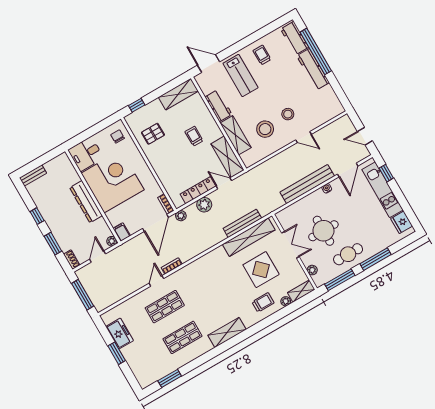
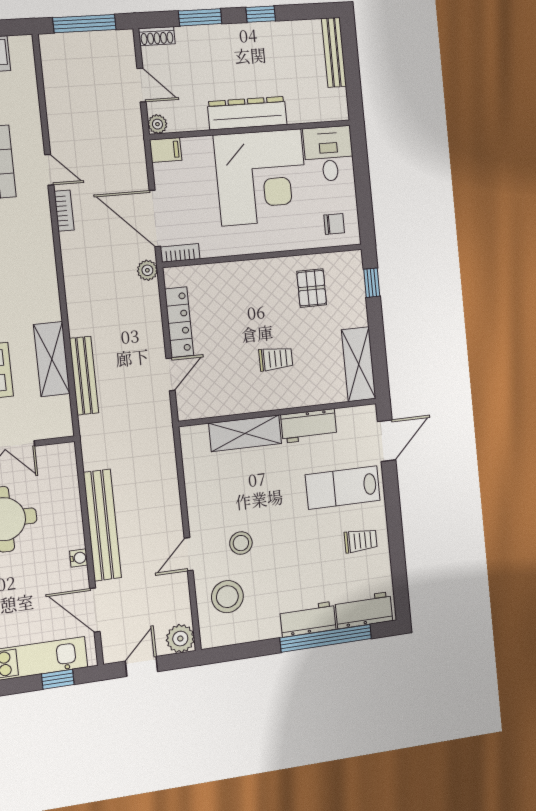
workbench: (313, 69) -> (308, 619), width x0.73
stool: (265, 129) -> (227, 597), moved
shelving: (227, 157) -> (214, 402), removed
bench: (33, 175) -> (334, 52), width x1.36
plant: (204, 205) -> (180, 639), moved
shelving: (249, 237) -> (52, 359), width x0.68

